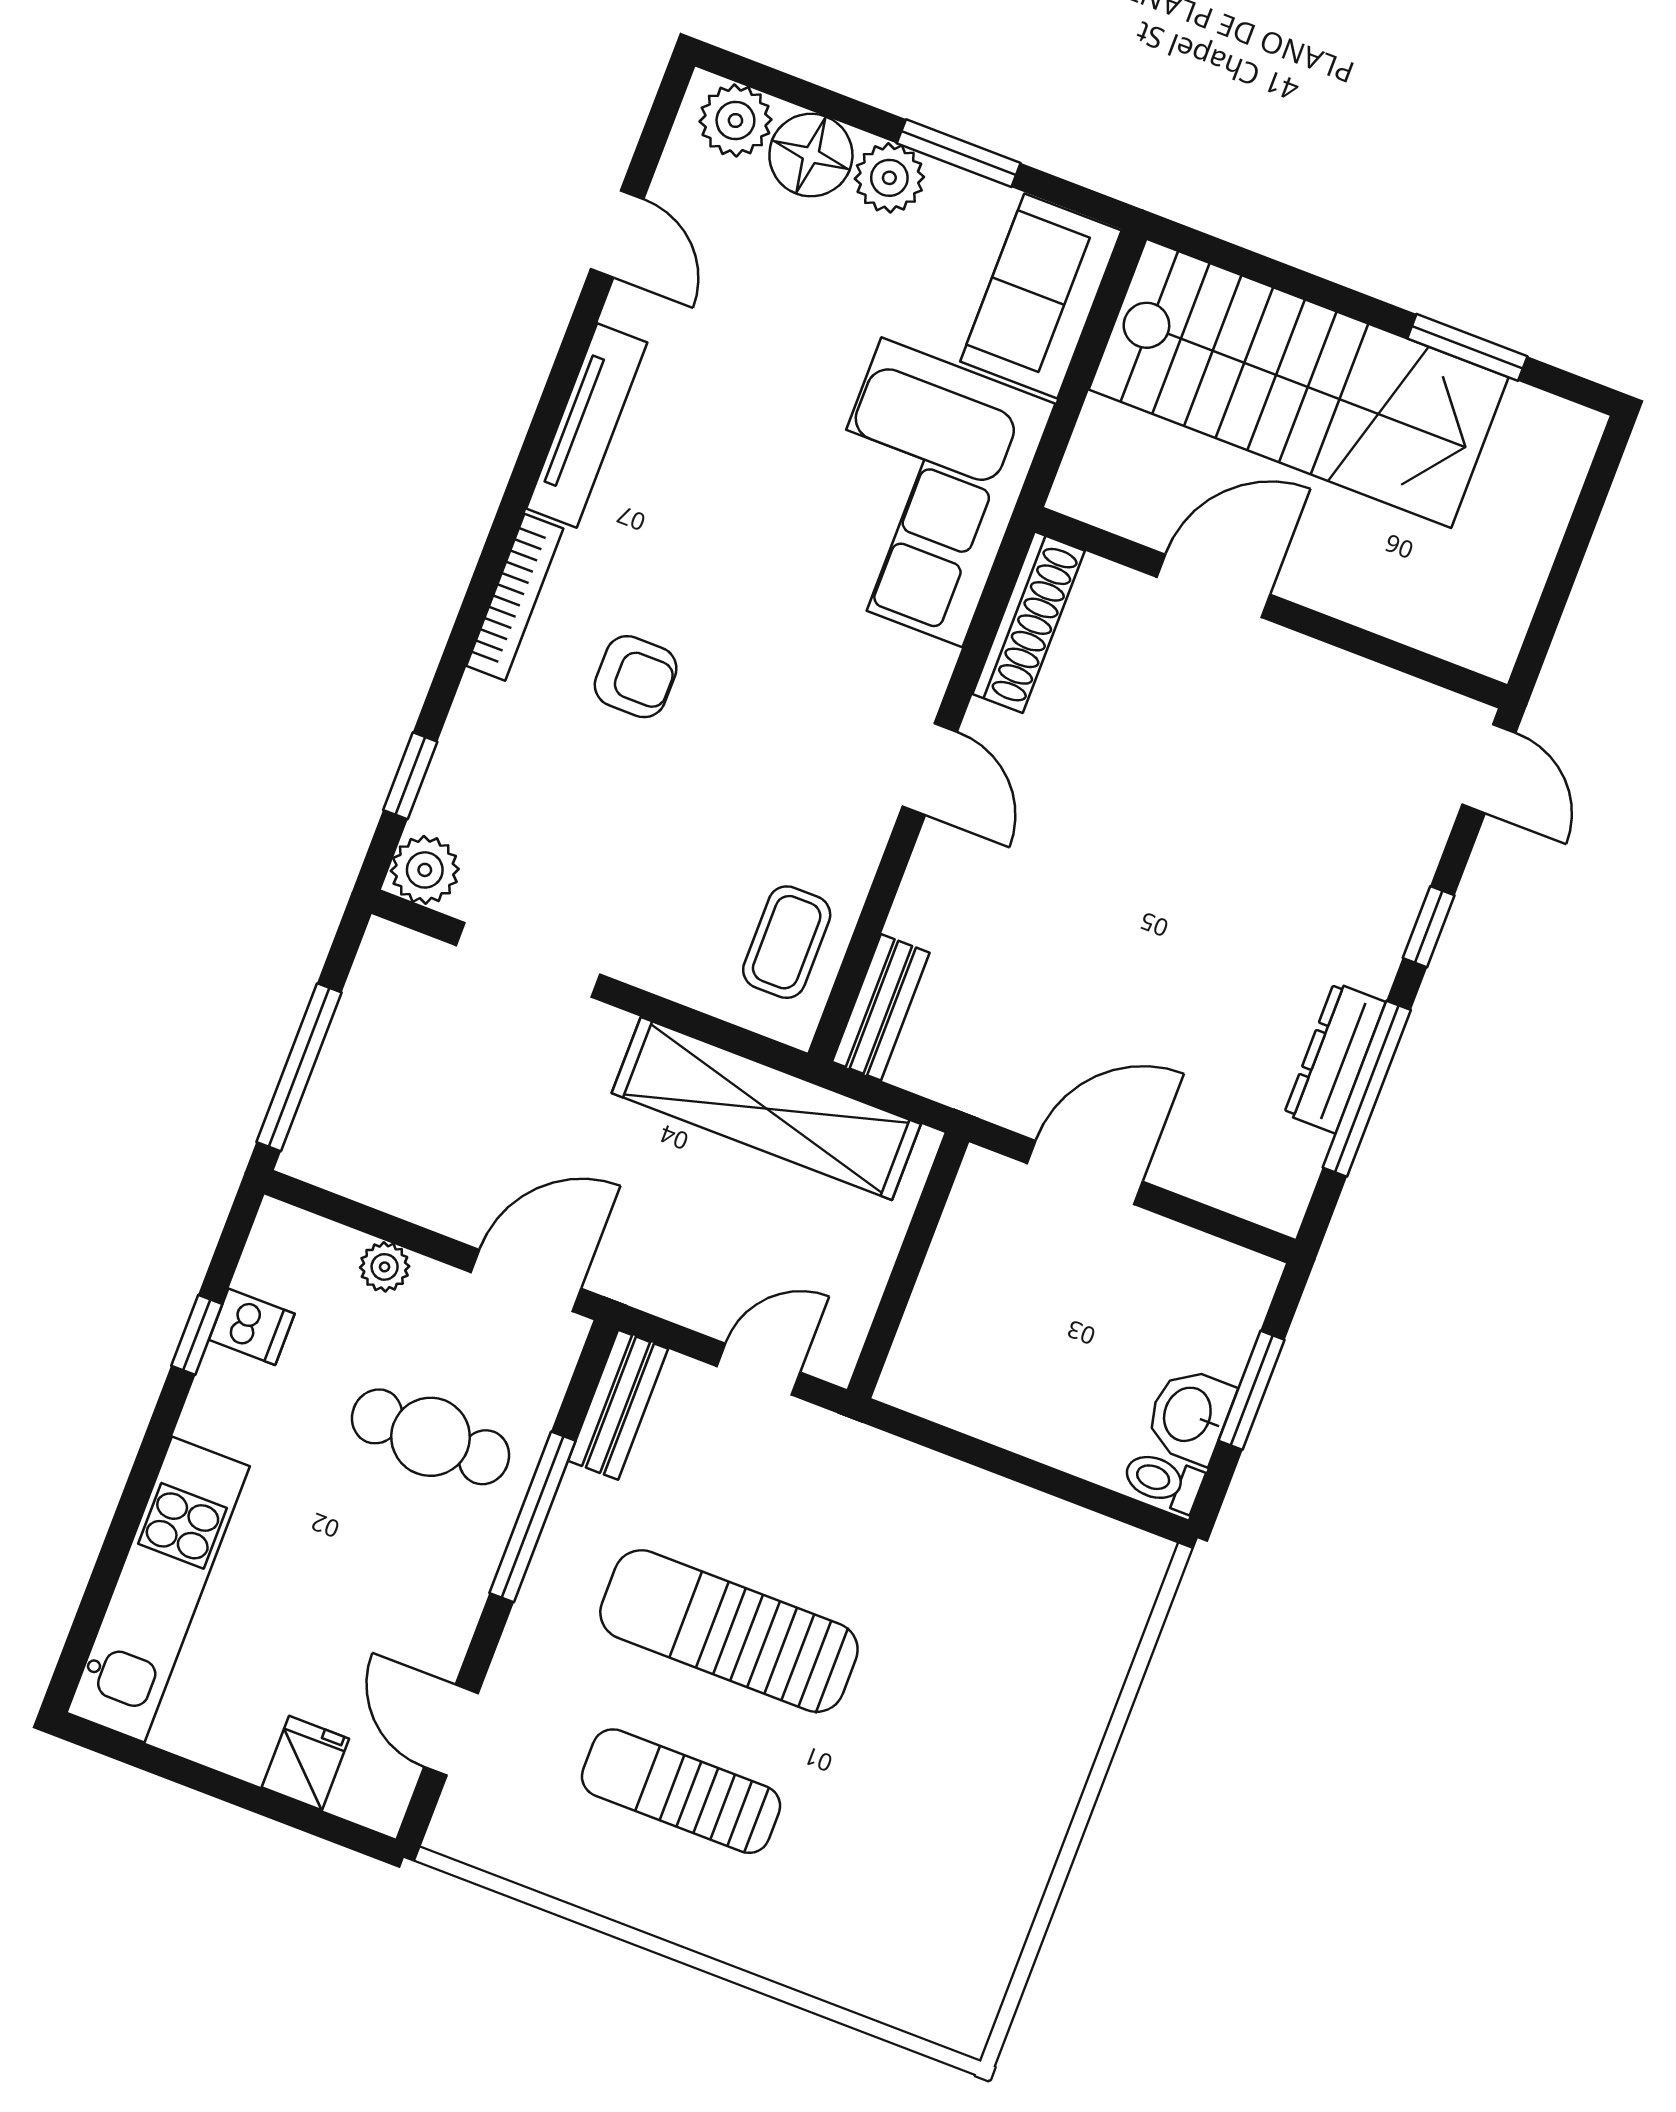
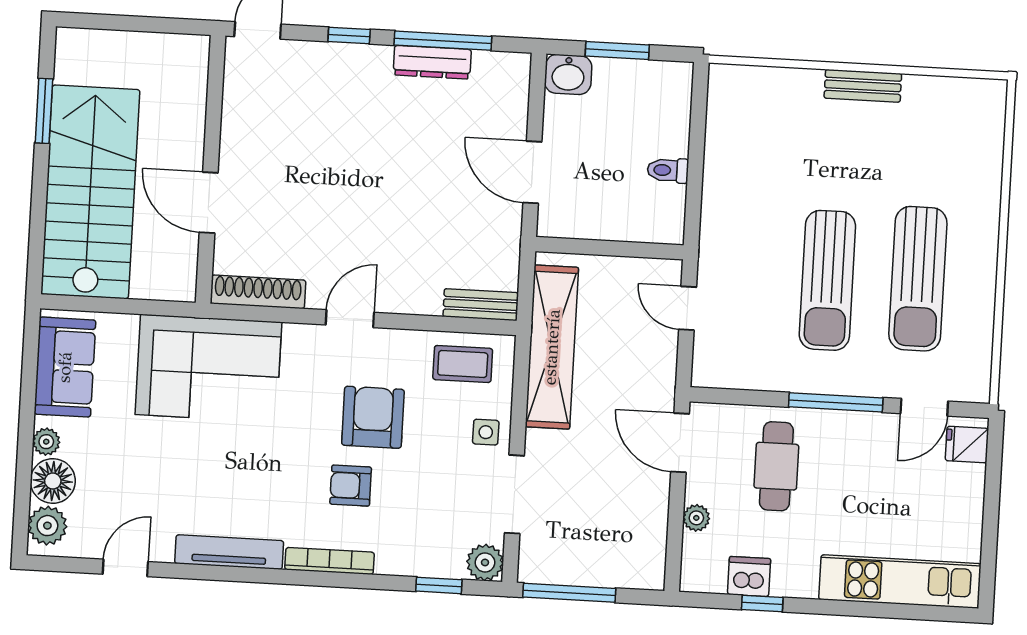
window: (959, 153) -> (27, 405), removed
plant: (889, 178) -> (46, 442), width x0.73, depth x0.73
sofa: (1041, 296) -> (65, 367), moved, turned -90
armchair: (636, 677) -> (351, 486), turned -90
armchair: (743, 754) -> (373, 417), added
side table: (654, 944) -> (486, 432), added
window: (299, 1067) -> (569, 593), moved
dishwasher: (252, 1327) -> (749, 576), width x1.38
bench: (618, 1405) -> (863, 86), moved
washbasin: (1189, 1415) -> (568, 74), moved
toilet: (1163, 1481) -> (668, 170), moved, turned 90
window: (532, 1517) -> (836, 402), moved
fridge: (305, 1763) -> (967, 445), moved
sun lounger: (681, 1791) -> (918, 279), width x1.36, depth x1.34

